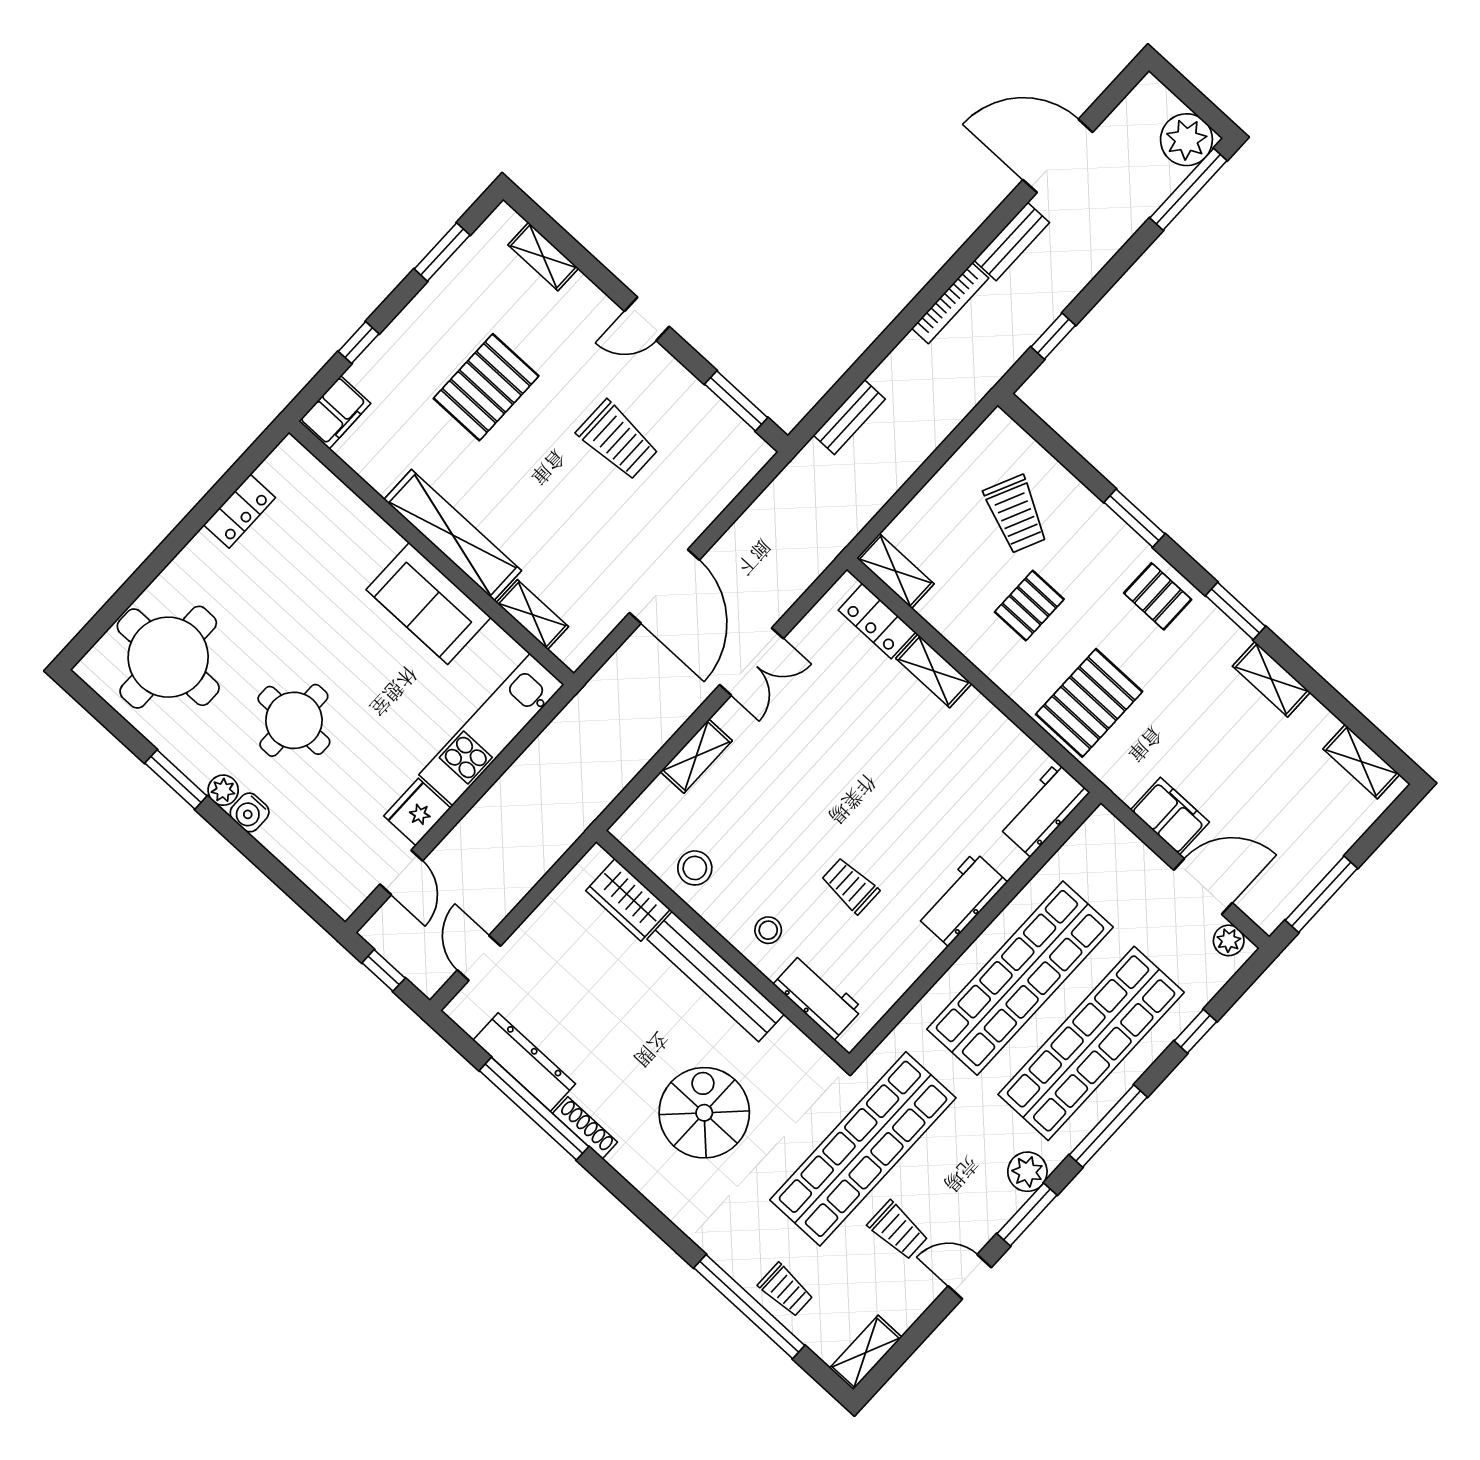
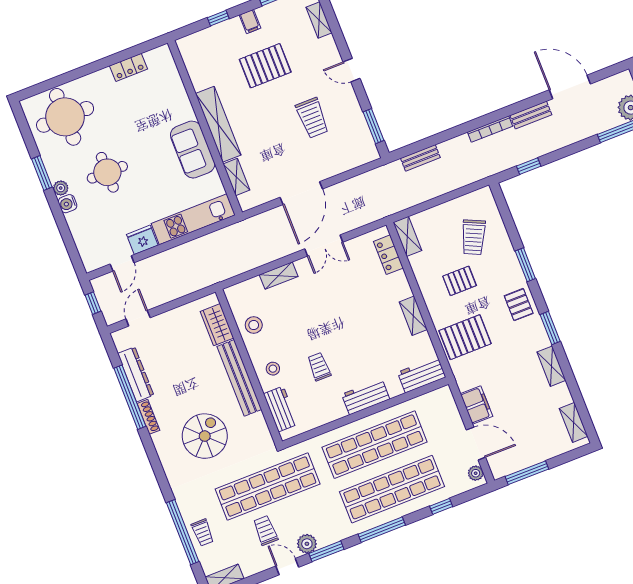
filing cabinet: (335, 412) -> (250, 22), moved, width x0.50
shelving: (934, 671) -> (413, 316), moved
plant: (1027, 1172) -> (307, 544), moved
trolley: (898, 1230) -> (265, 530), turned 180

